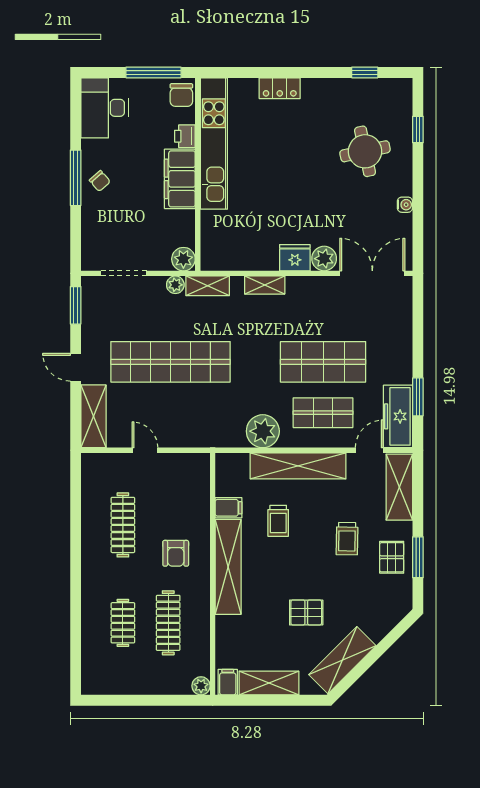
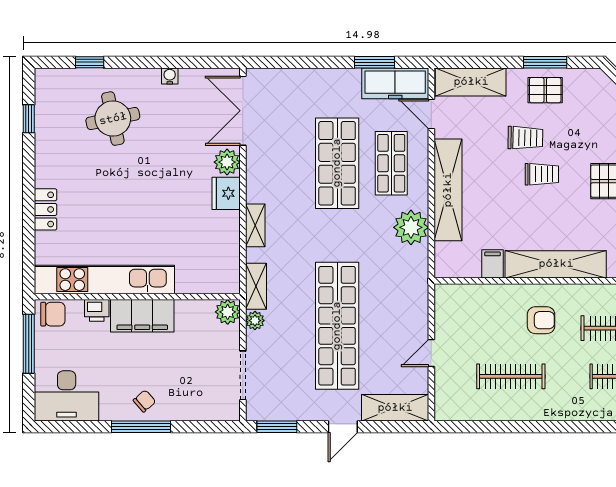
trolley: (278, 521) -> (542, 174), moved

